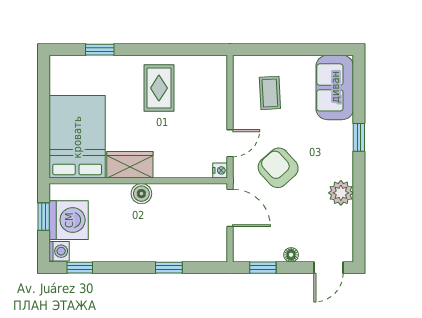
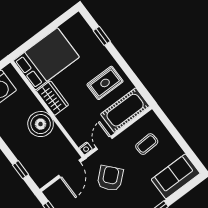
cot: (210, 88) -> (125, 110), added
door: (230, 143) -> (104, 143), swing flipped
boiler: (141, 194) -> (41, 124), width x1.86, depth x1.86
window: (169, 268) -> (21, 170), moved

